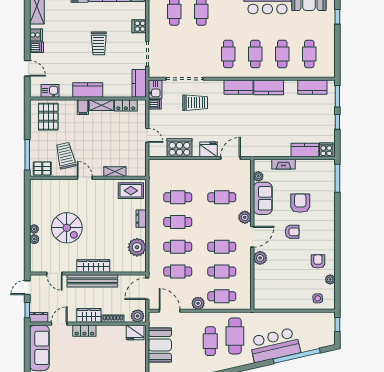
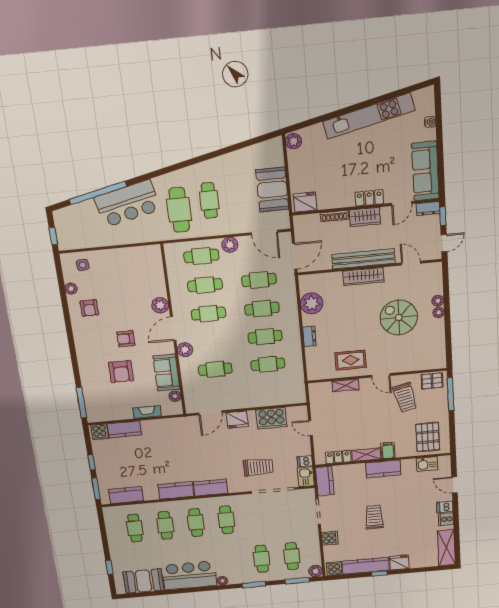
trolley: (195, 103) -> (258, 467), turned 180
rug: (131, 191) -> (351, 360), moved
plant: (138, 316) -> (304, 222), removed

